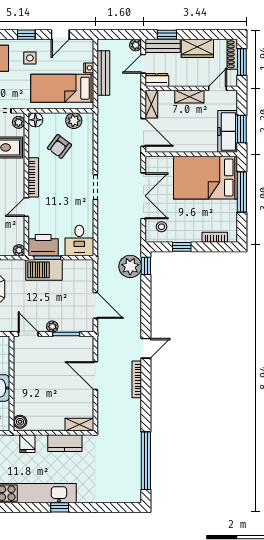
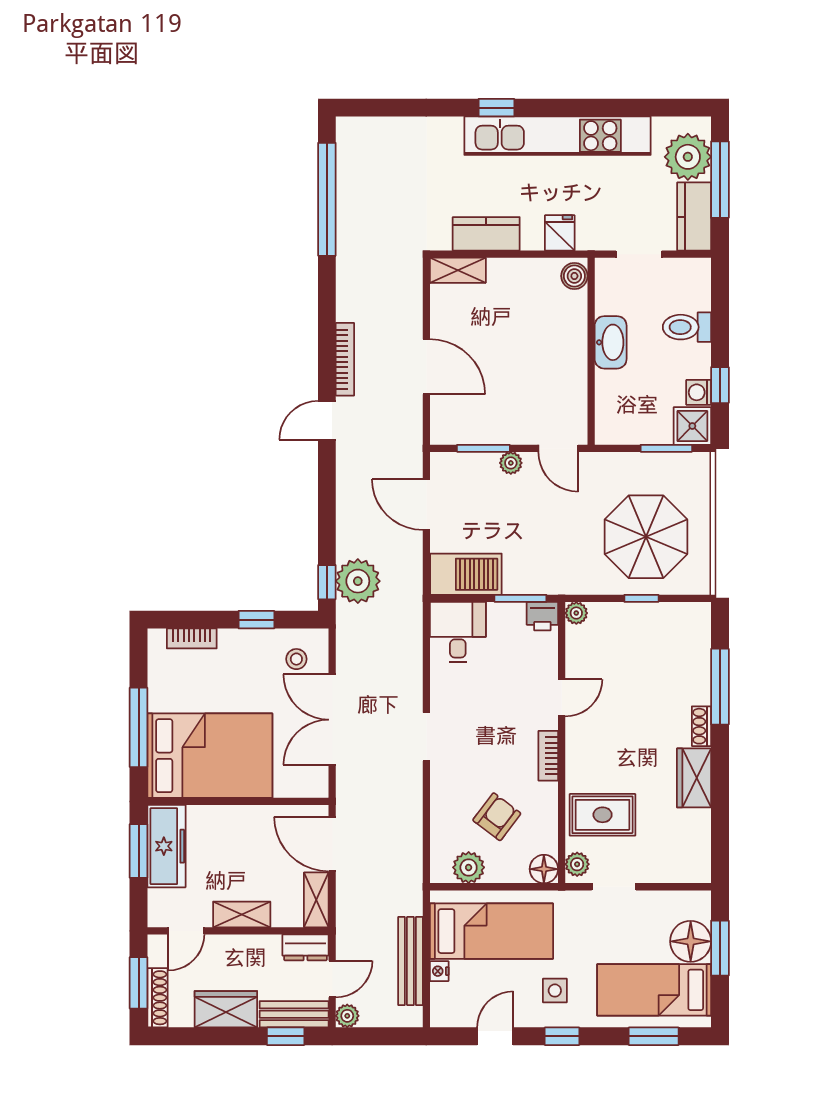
bookcase: (33, 177) -> (548, 756), width x0.64
printer: (43, 245) -> (542, 616), width x0.53, depth x0.68
barbecue: (44, 270) -> (466, 574), moved

